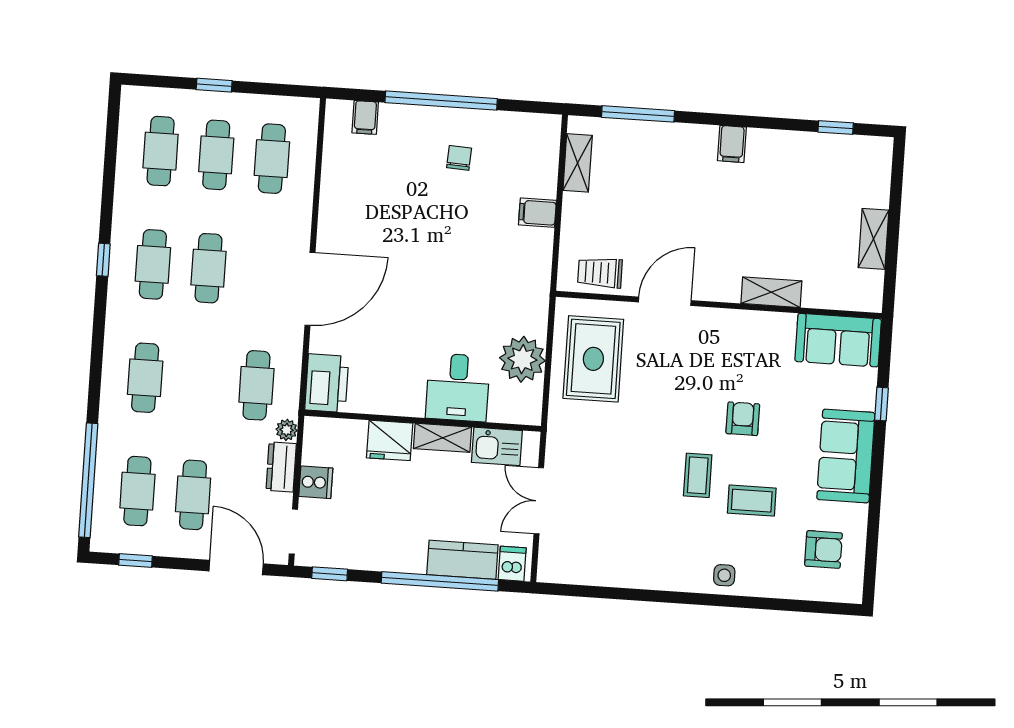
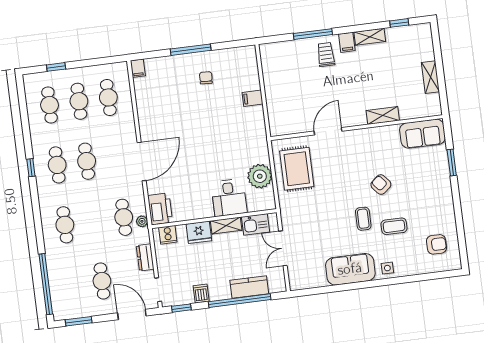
window: (214, 85) -> (56, 67), moved
window: (441, 101) -> (191, 50), width x0.68
window: (638, 114) -> (313, 34), moved
filing cabinet: (365, 117) -> (138, 68), moved
shelving: (578, 163) -> (370, 37), moved, turned 90
trolley: (600, 273) -> (326, 55), moved, turned 90
window: (881, 404) -> (452, 163), width x1.50
armchair: (743, 419) -> (381, 185), turned -40
plant: (287, 430) -> (142, 221), moved
sofa: (846, 456) -> (350, 269), moved, turned 90
cooker: (316, 482) -> (168, 235), moved, turned 90
cafe table: (137, 491) -> (73, 285), removed
window: (135, 561) -> (79, 321), width x1.50
dishwasher: (512, 564) -> (201, 294), moved

